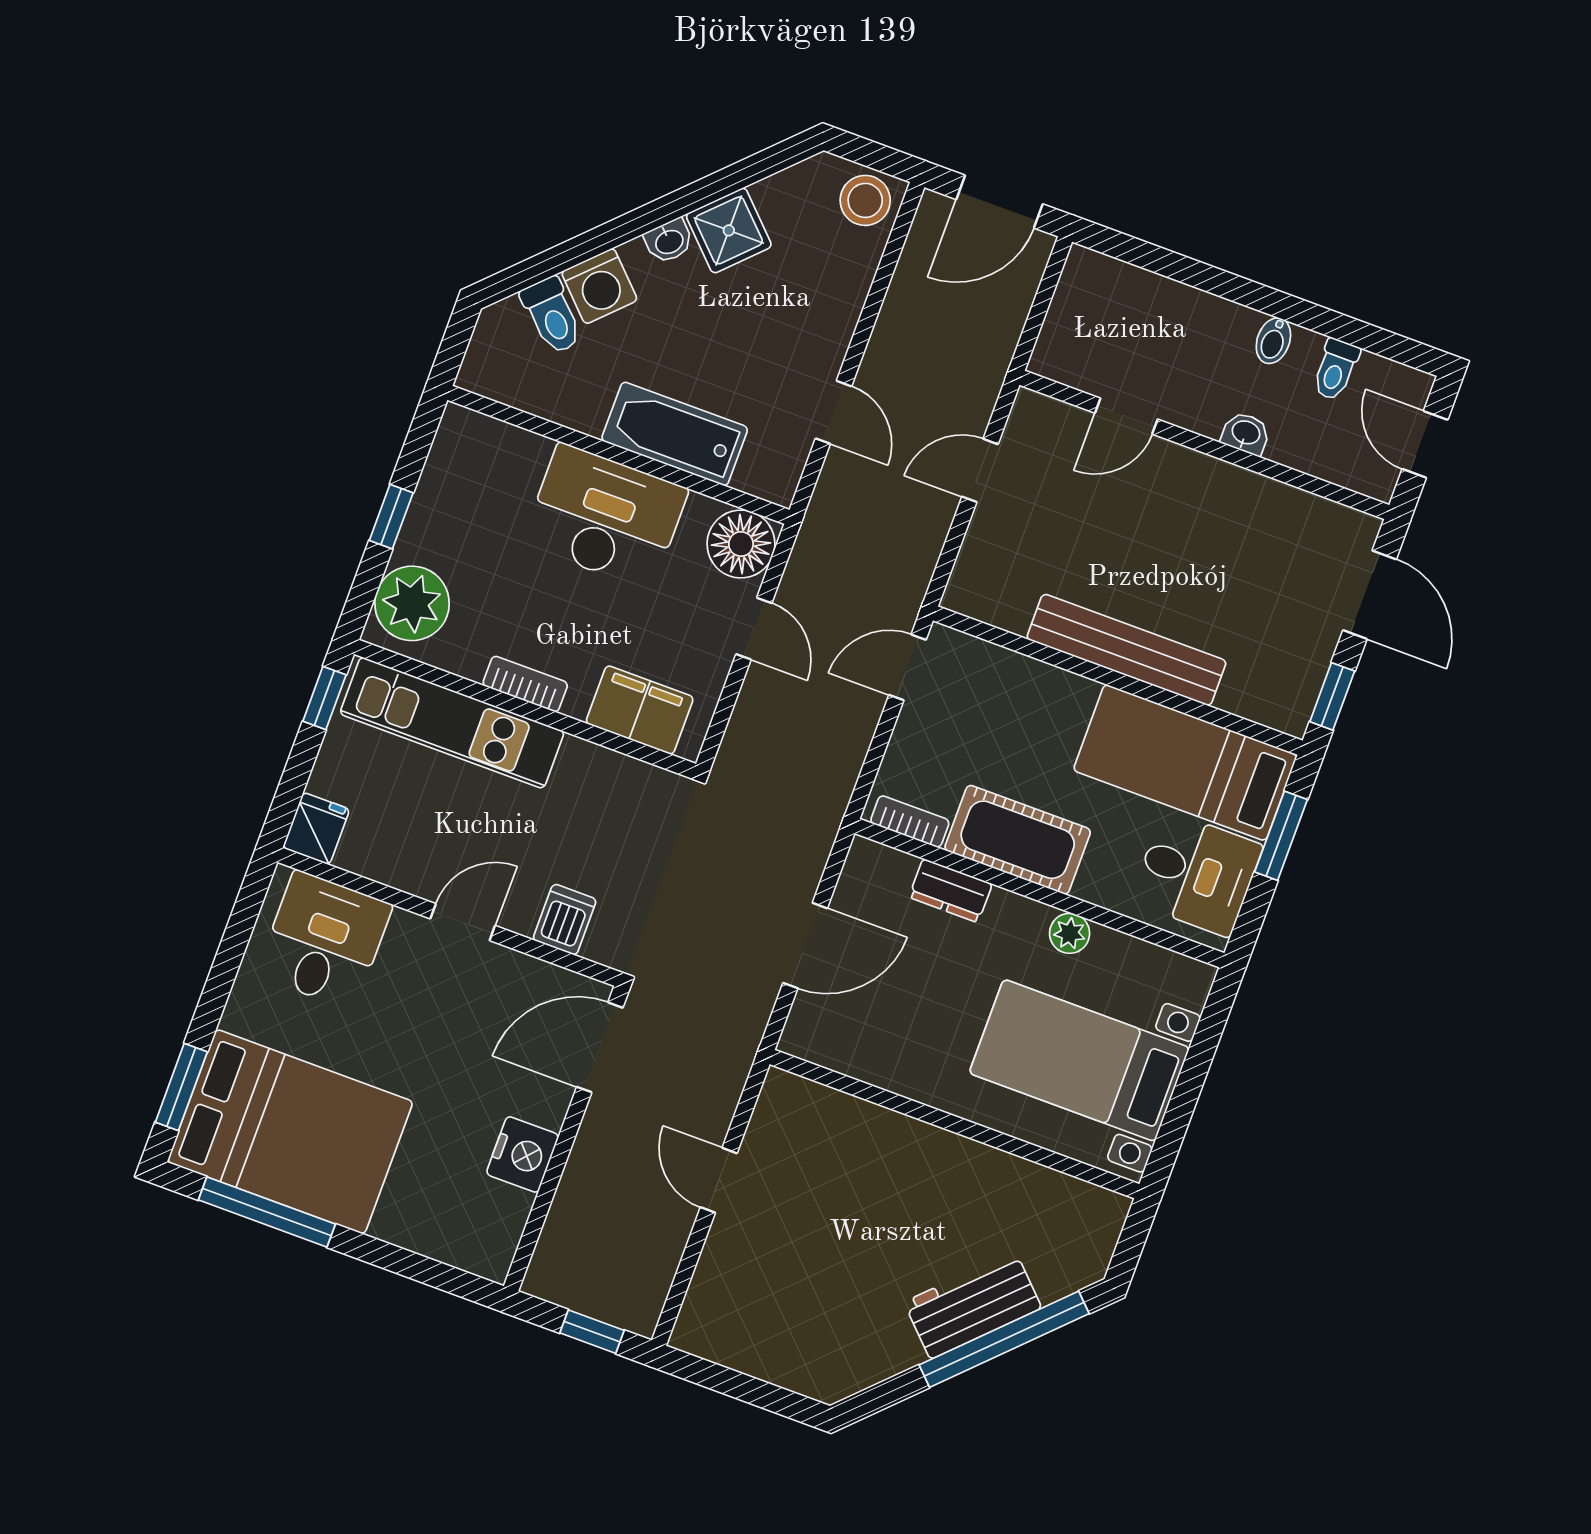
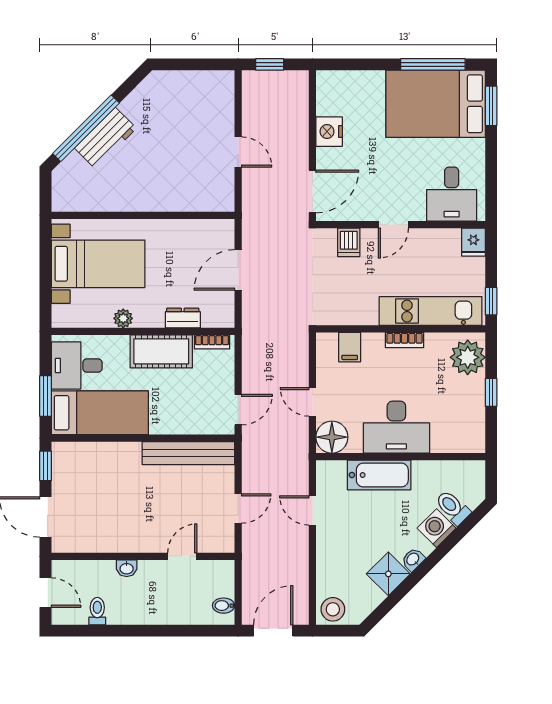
bidet: (1273, 341) -> (224, 606), moved, turned -90
bench: (1126, 650) -> (188, 453), moved
filing cabinet: (640, 710) -> (350, 347), width x0.50

